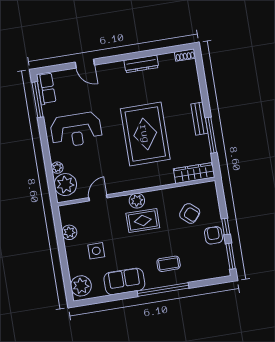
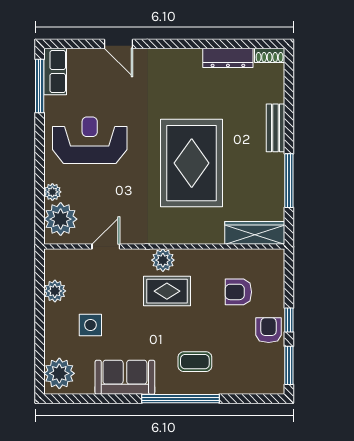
dresser: (141, 64) -> (228, 58), moved
bench: (199, 119) -> (276, 128), moved
reception desk: (76, 130) -> (90, 140), turned 180
armchair: (190, 213) -> (238, 292), turned 139

